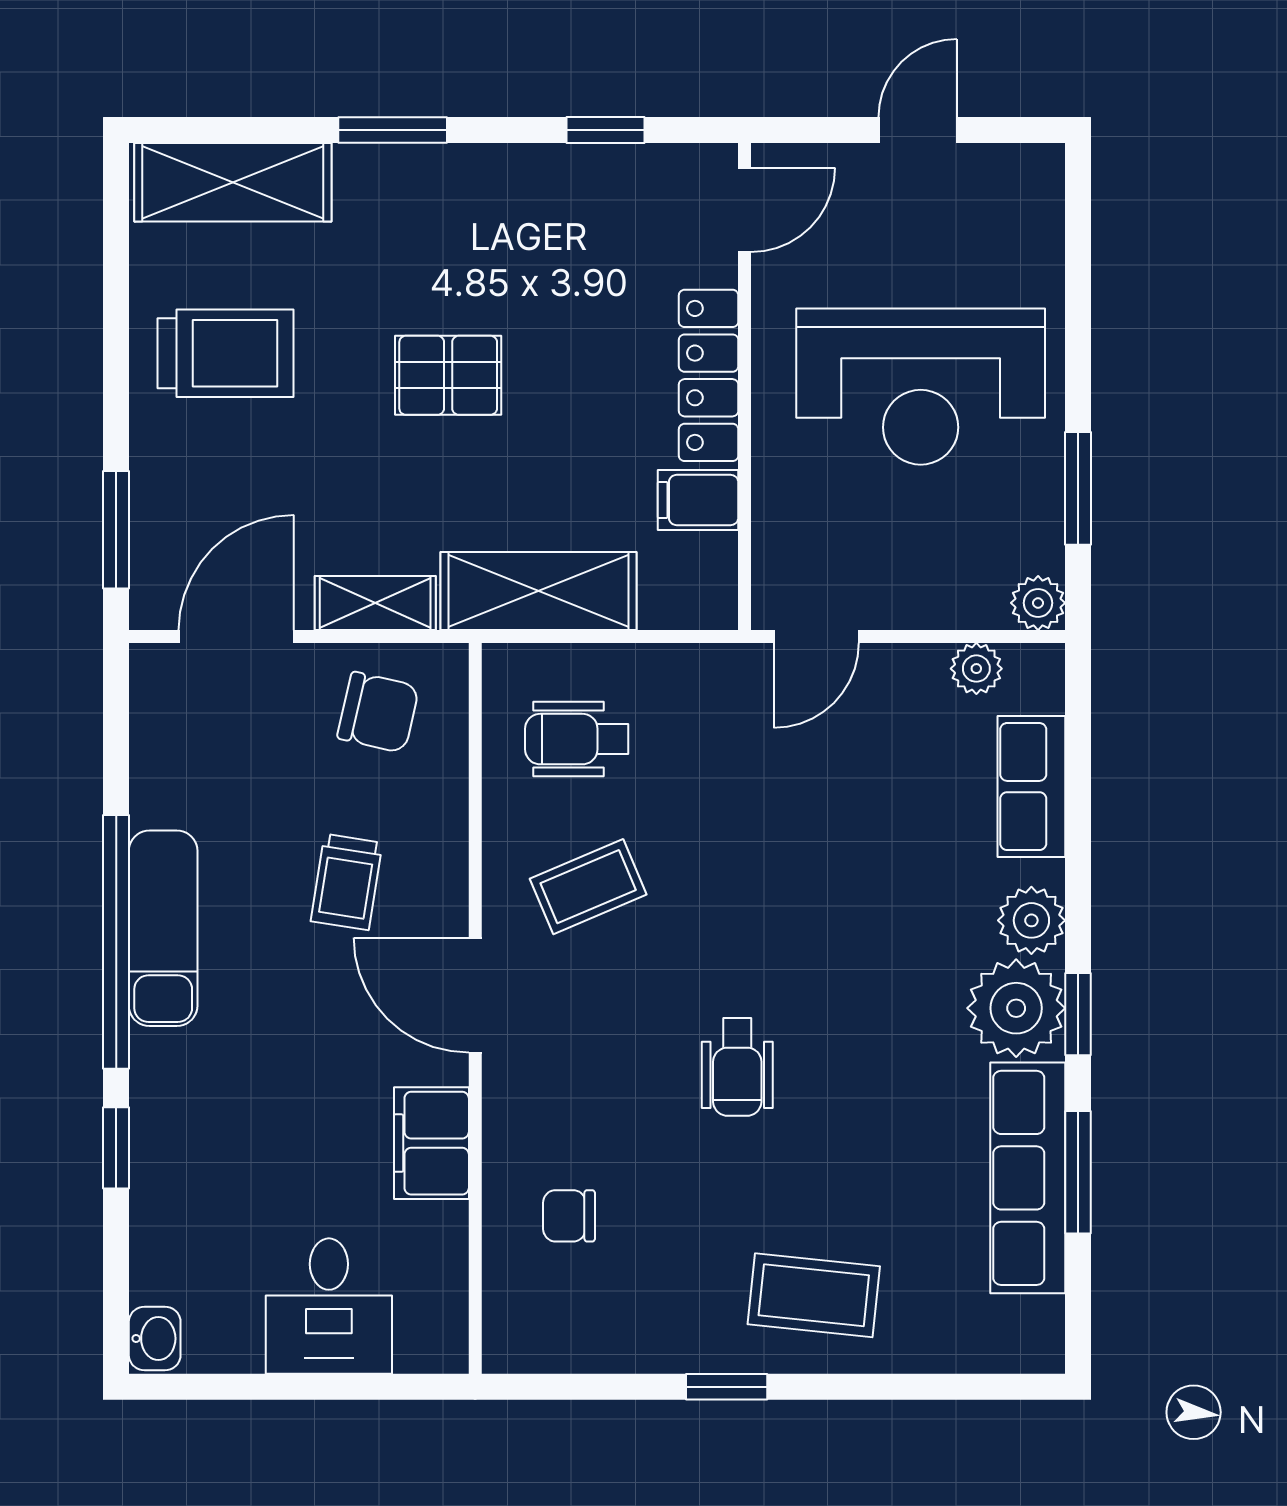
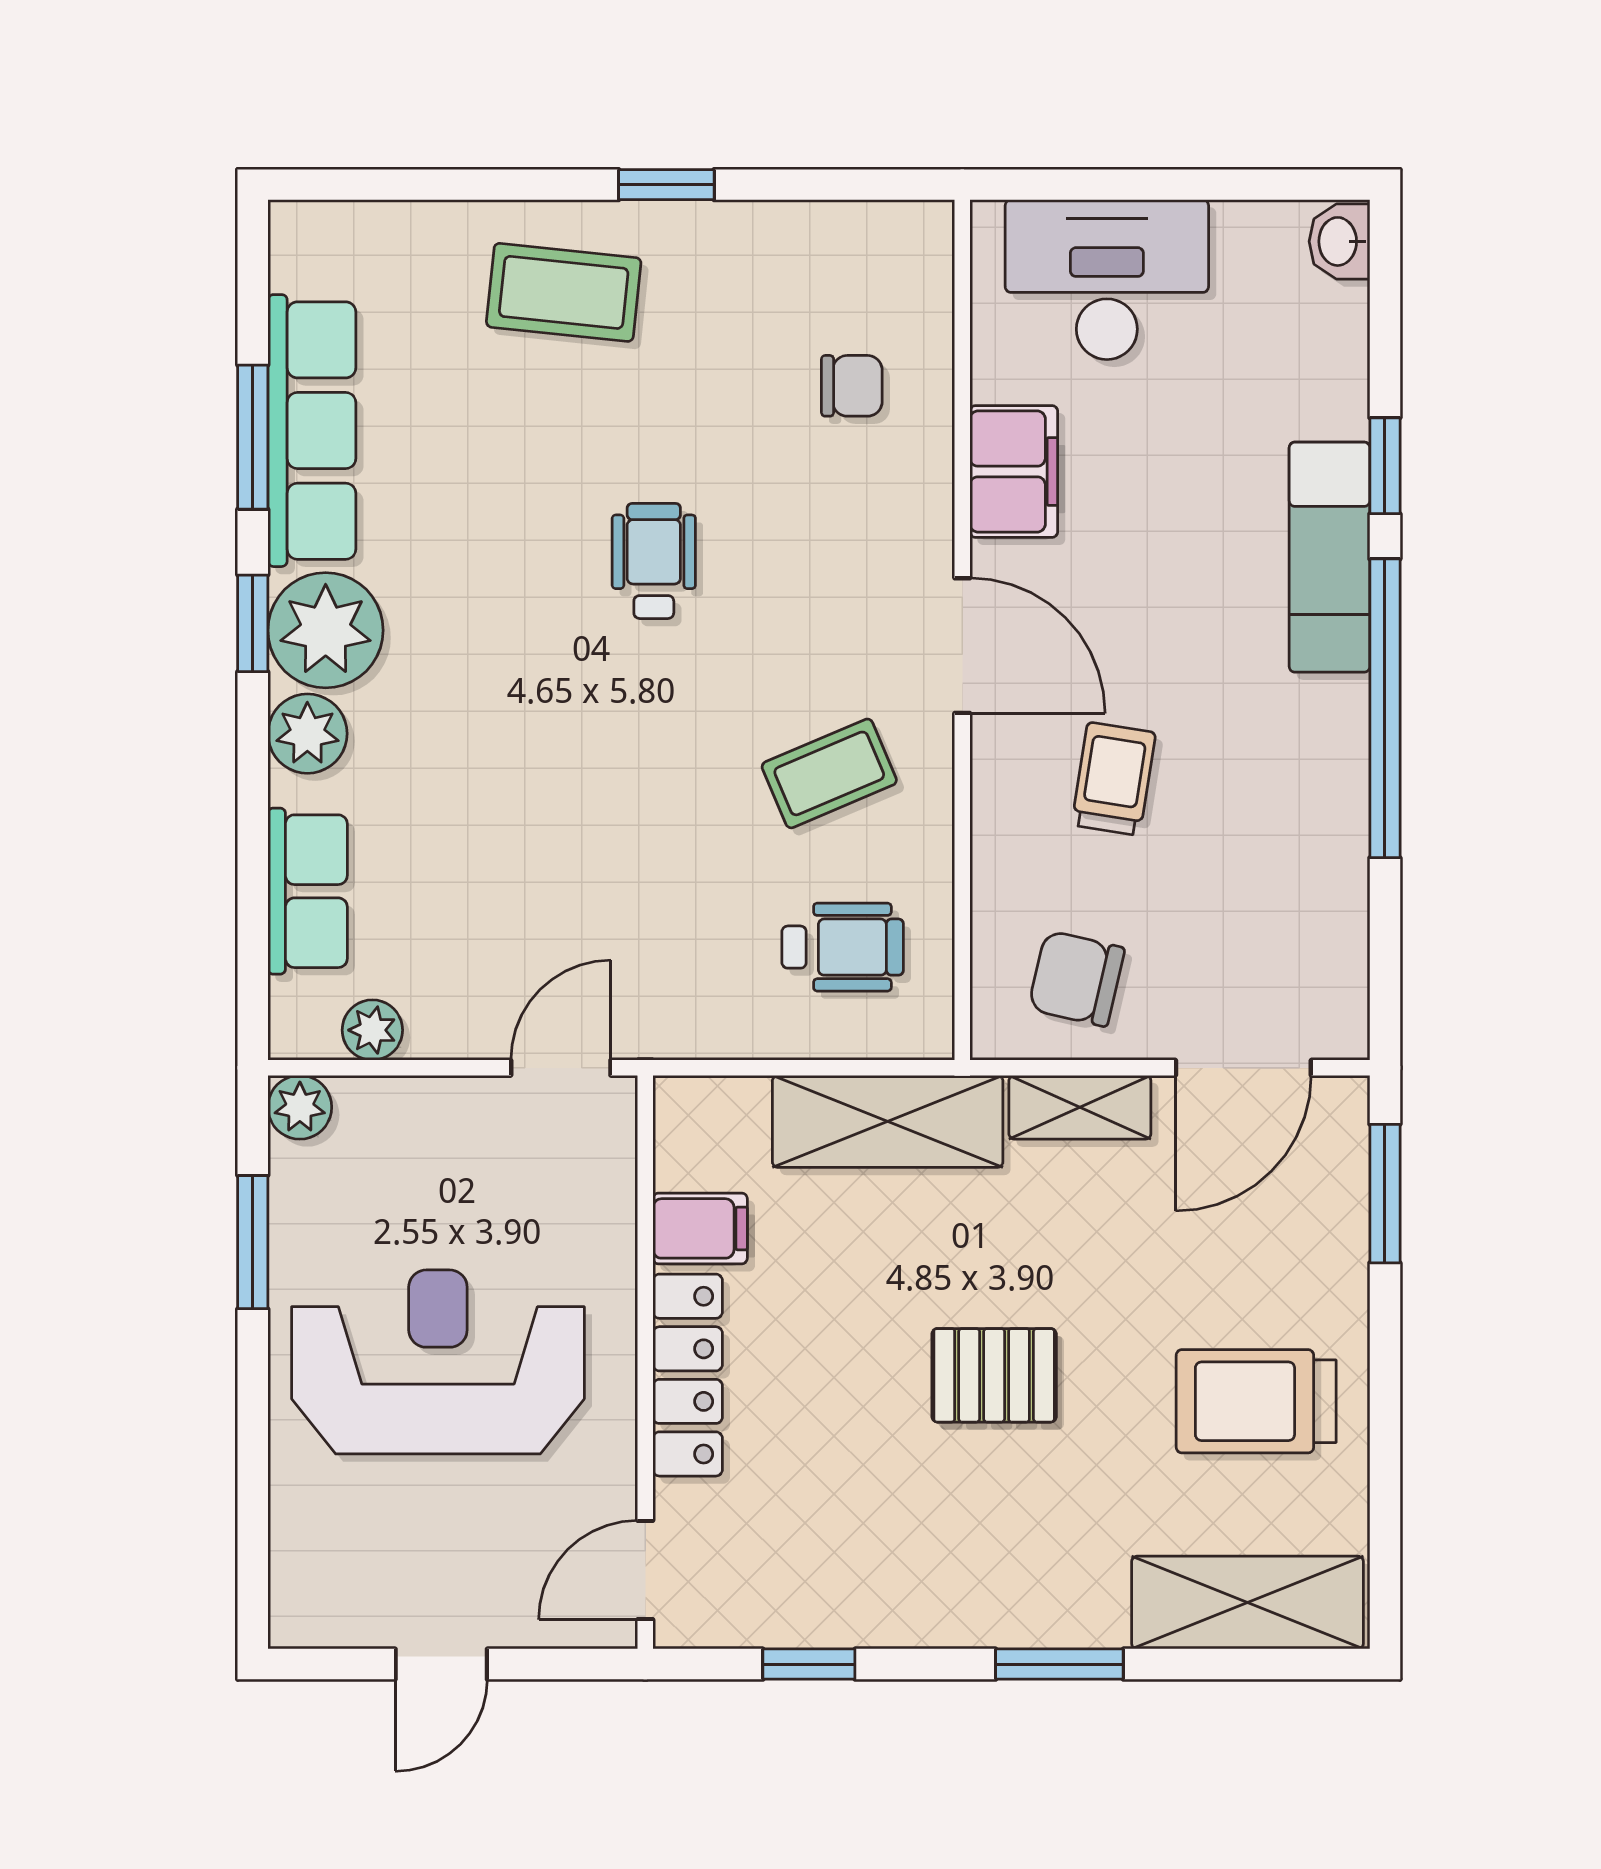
exam couch: (163, 928) -> (1330, 557), moved
desk: (329, 1306) -> (1107, 280), width x1.37

